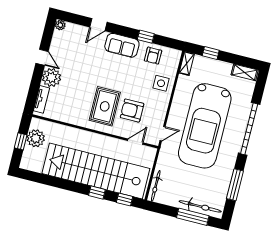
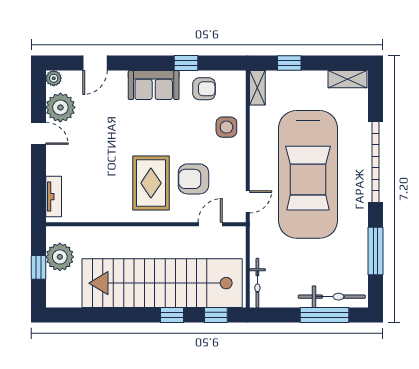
door: (98, 25) -> (95, 63), moved
armchair: (153, 56) -> (204, 89), turned -90
plant: (52, 78) -> (60, 107), moved

